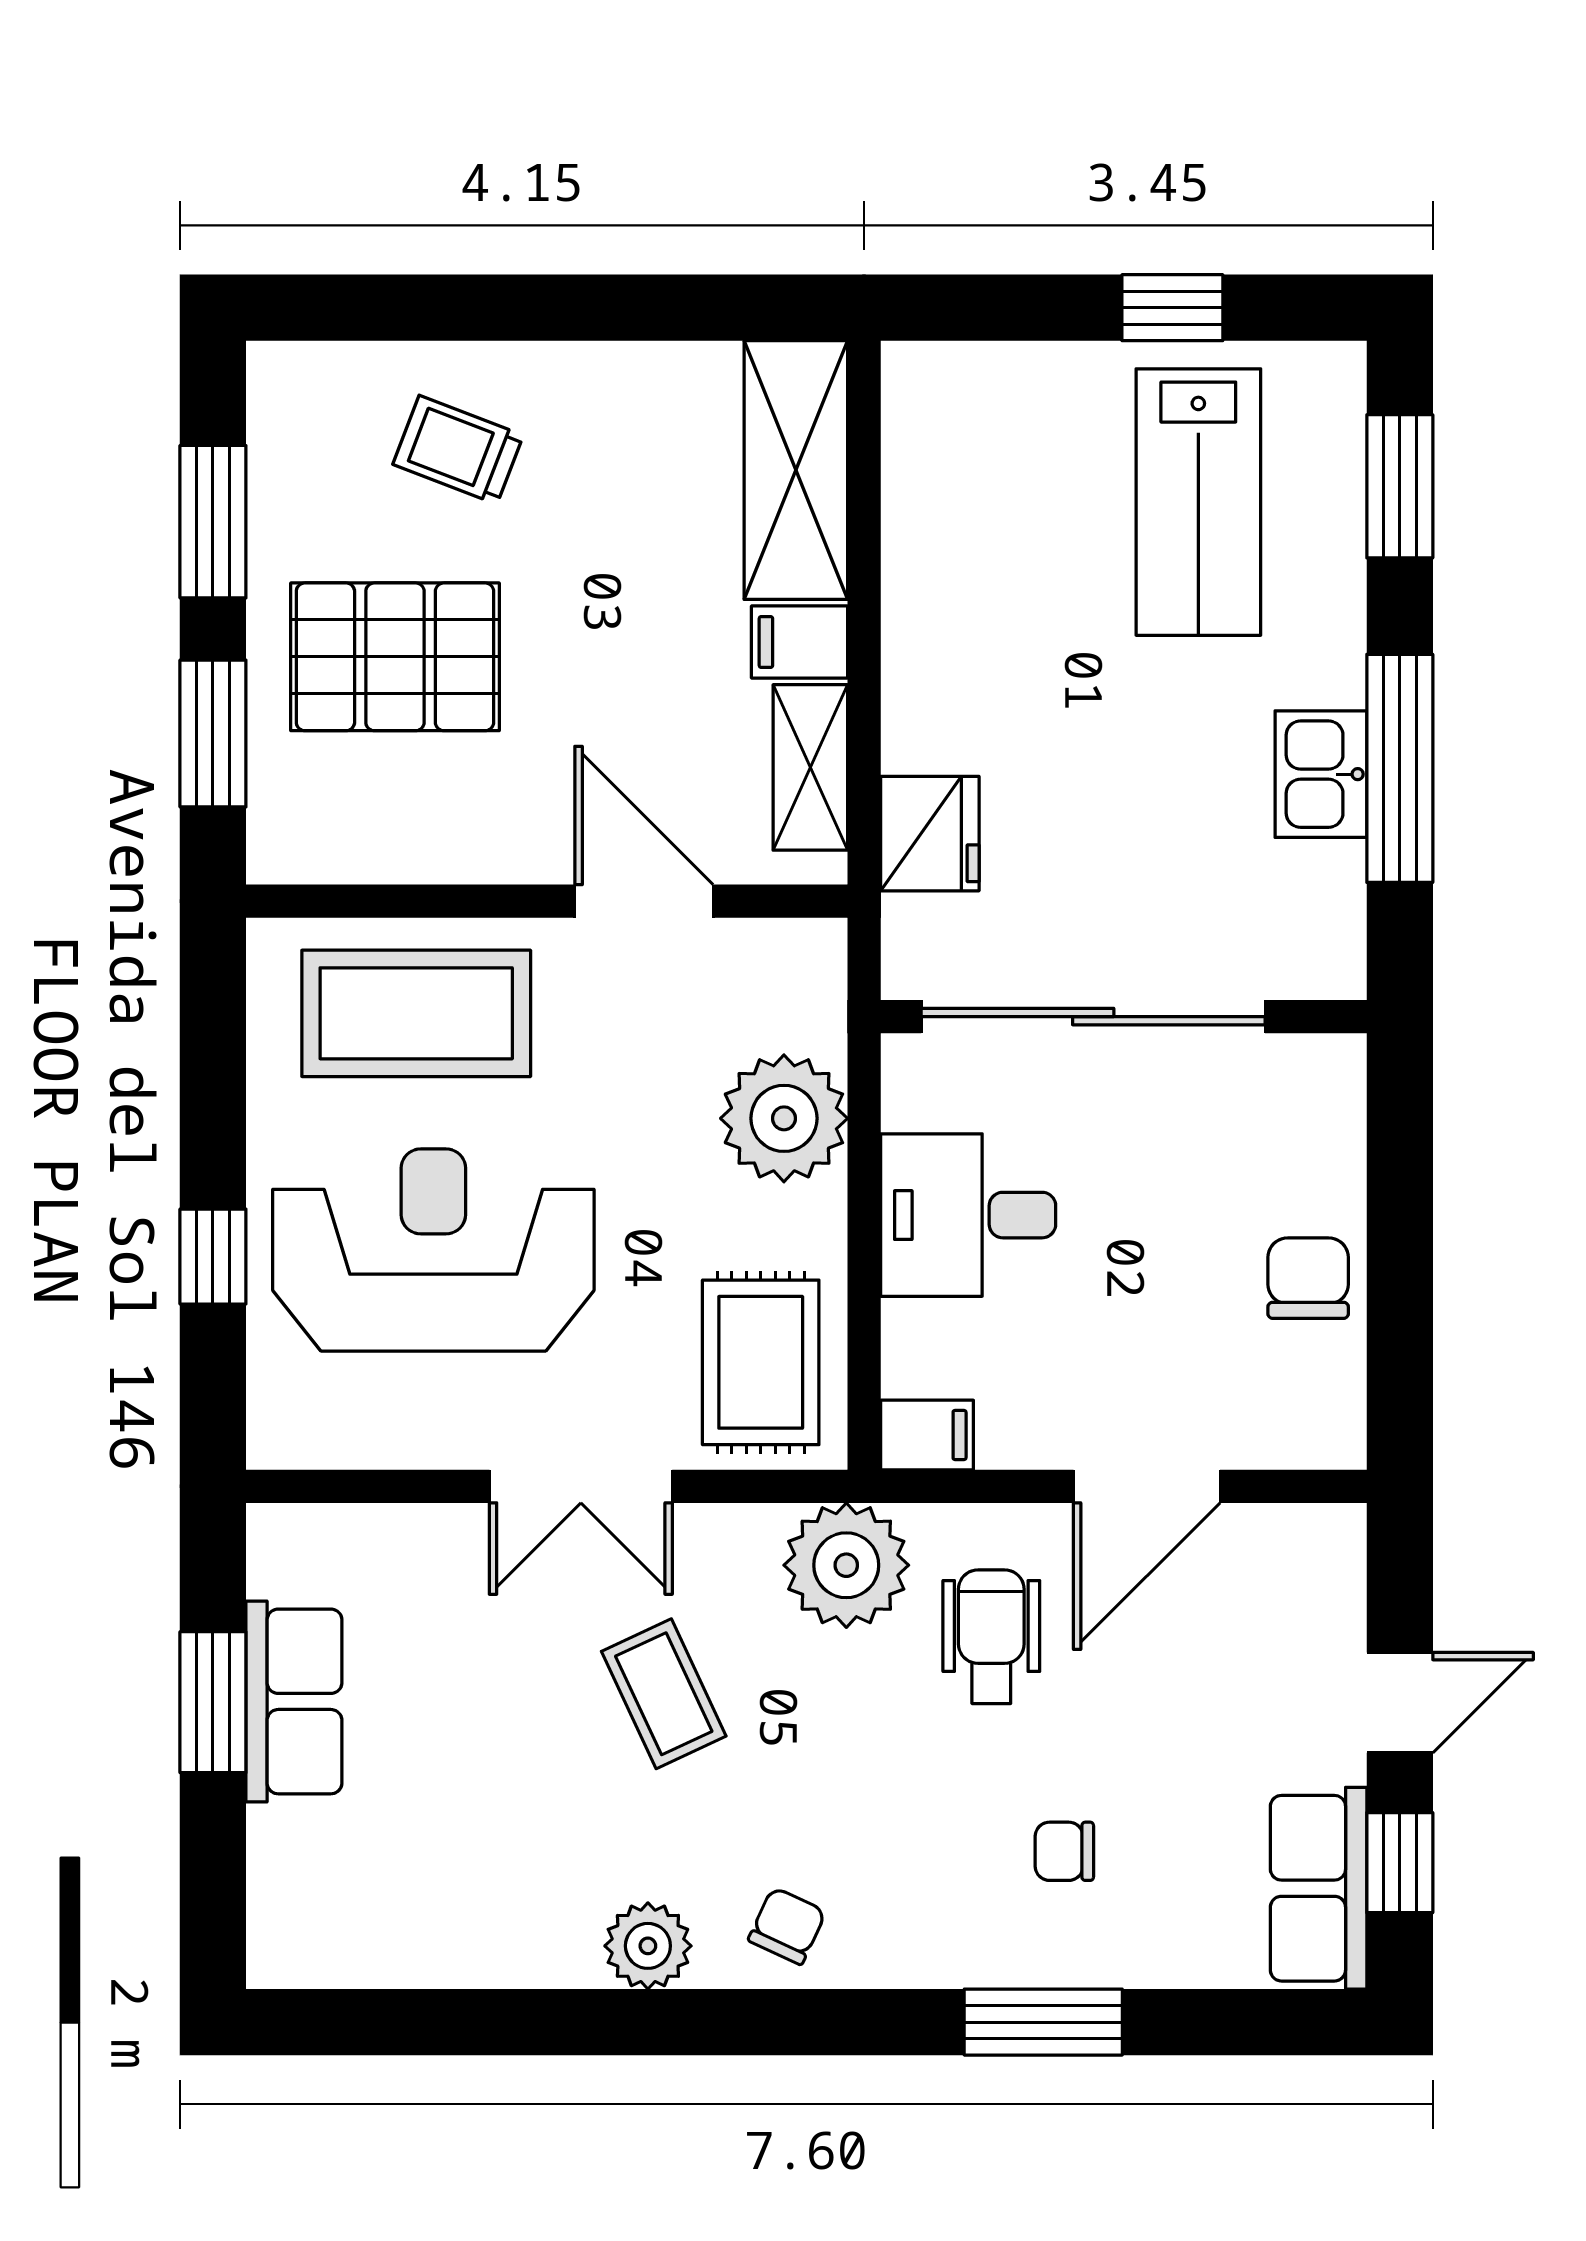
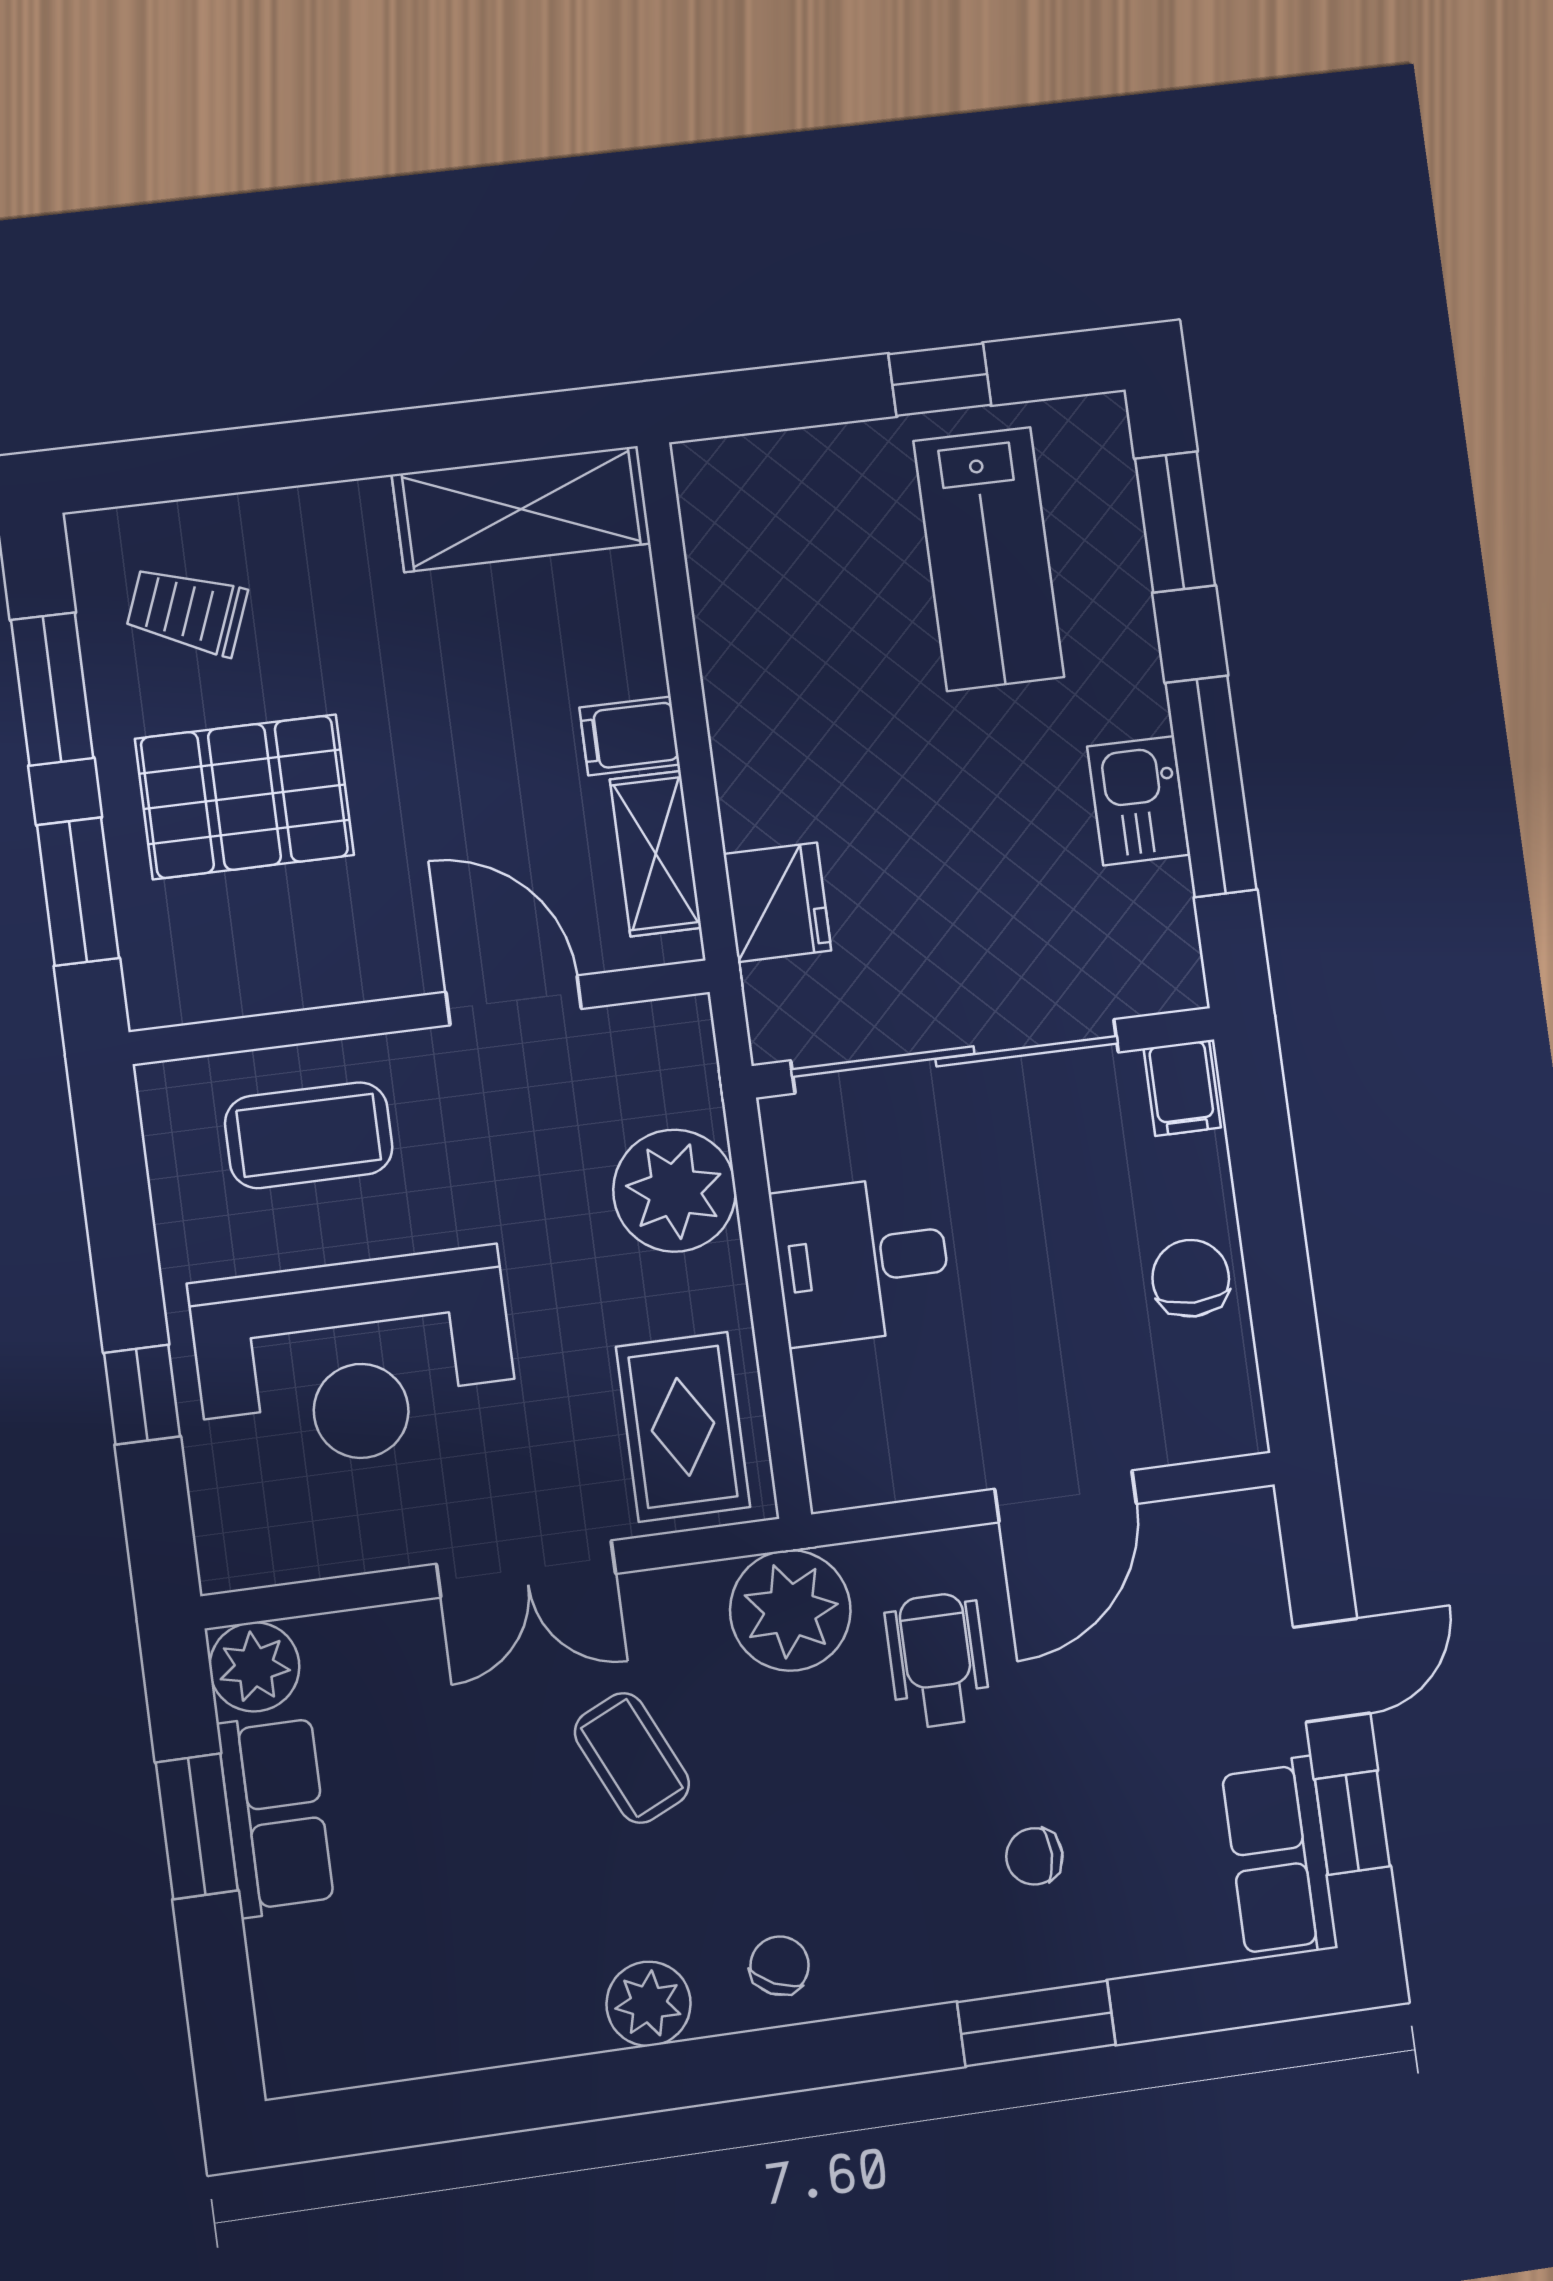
trolley: (458, 450) -> (187, 611), moved
shelving: (796, 470) -> (521, 509), moved, turned 90
coffee table: (416, 1013) -> (309, 1135), width x0.73, depth x0.76
reception desk: (433, 1250) -> (355, 1360), turned 180
filing cabinet: (927, 1435) -> (1182, 1088), moved, turned 90
plant: (292, 1549) -> (254, 1667), added

